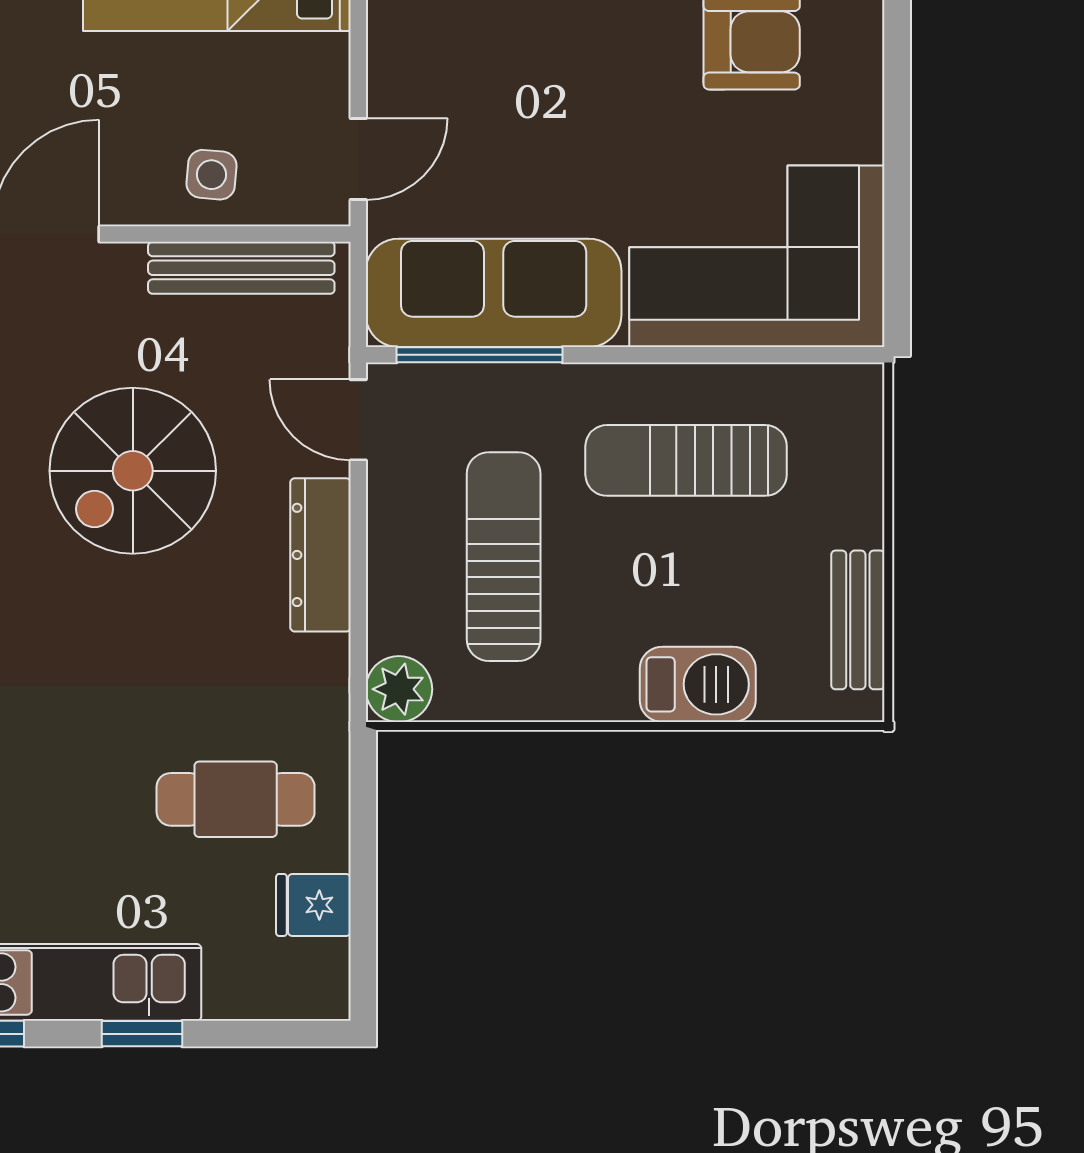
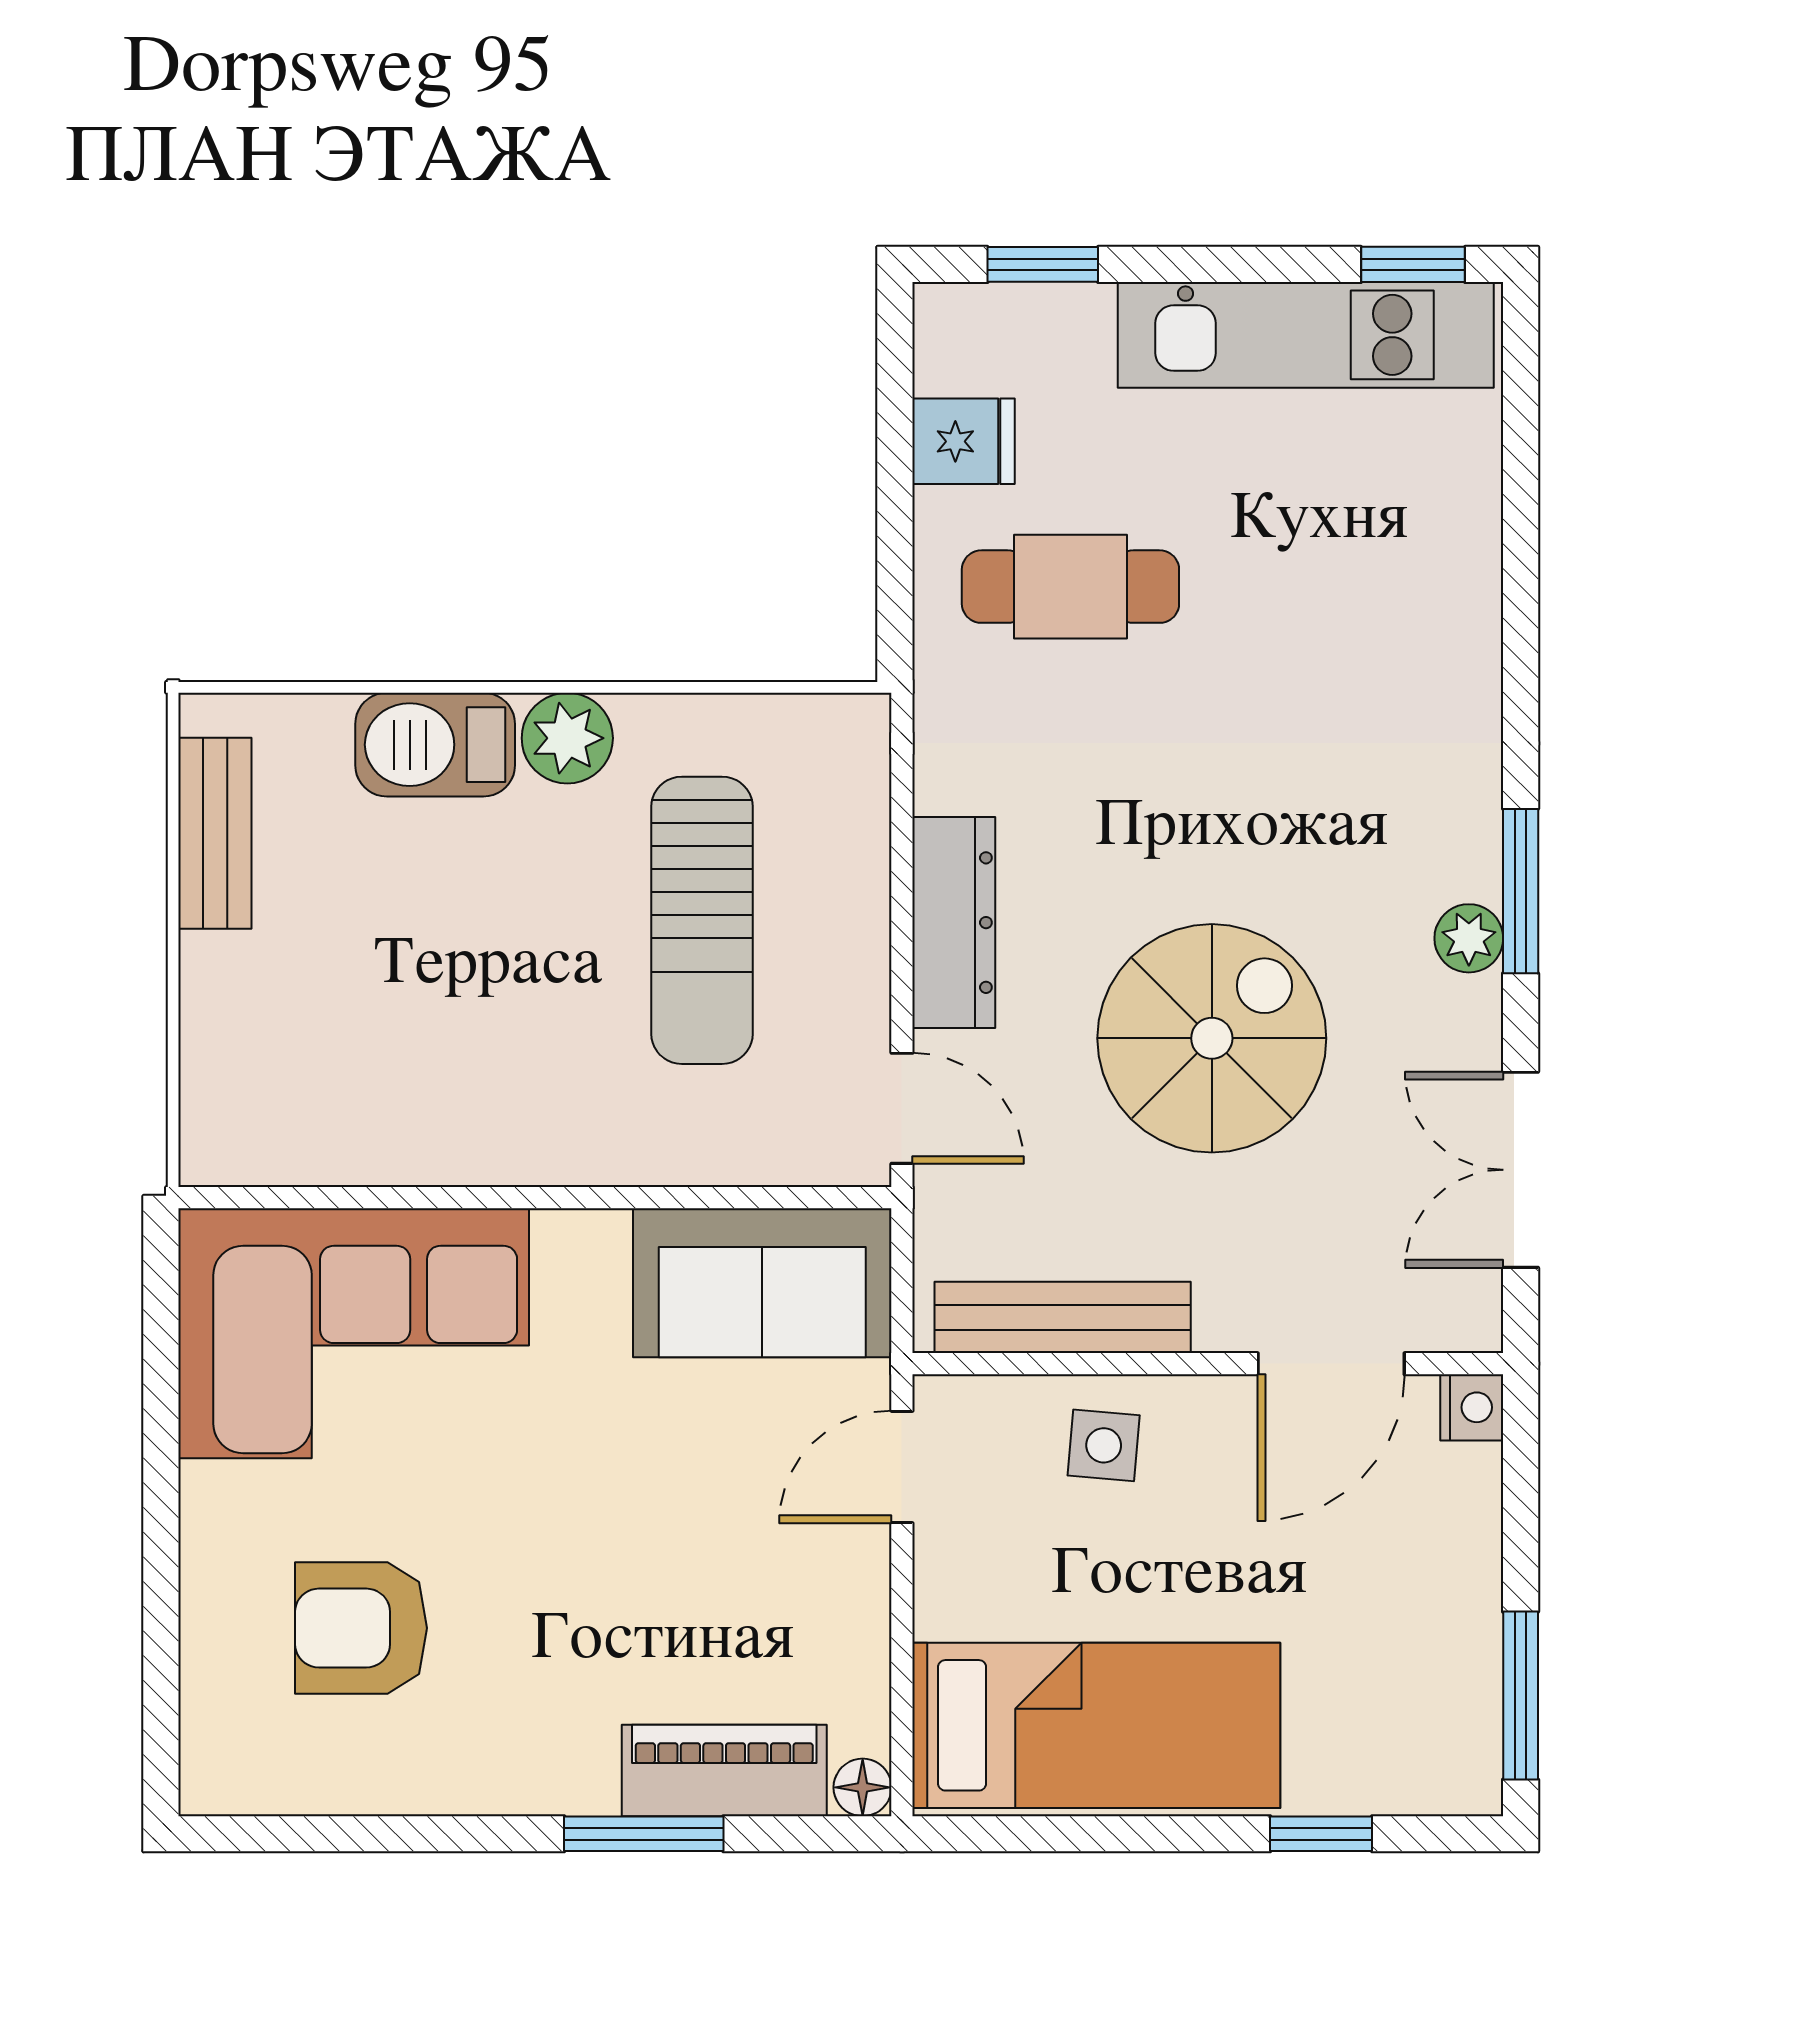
sofa: (494, 293) -> (762, 1283), width x0.73
window: (479, 355) -> (735, 1198), removed
sun lounger: (686, 460) -> (451, 1052), removed
plant: (399, 689) -> (567, 738), moved
window: (142, 1034) -> (1043, 264), moved

